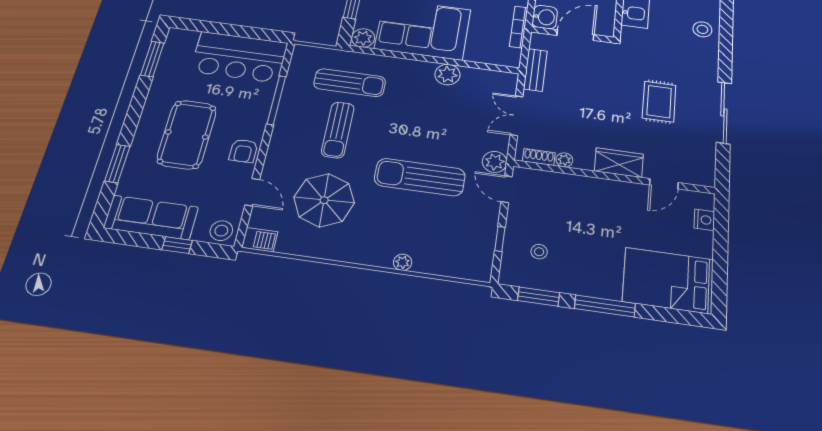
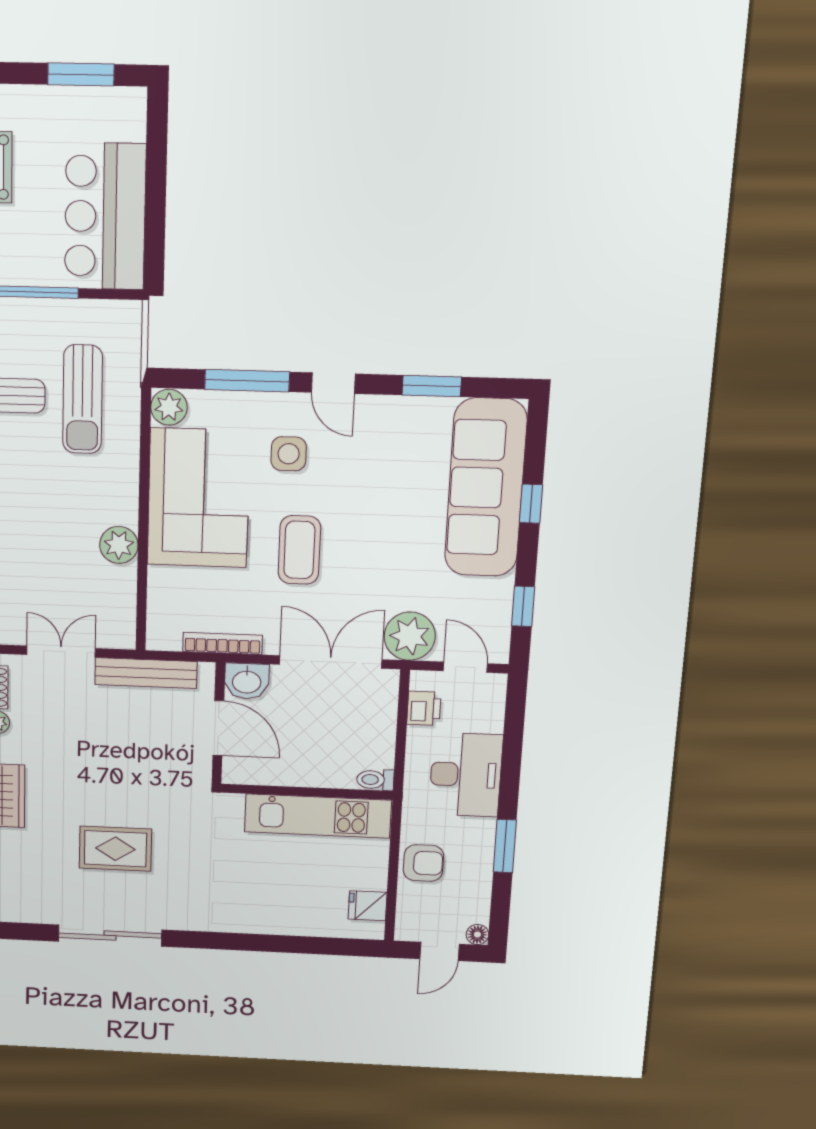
stool: (702, 29) -> (254, 910), removed
bench: (535, 70) -> (146, 673), width x1.36

